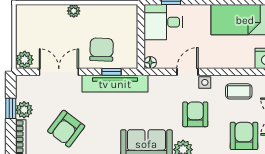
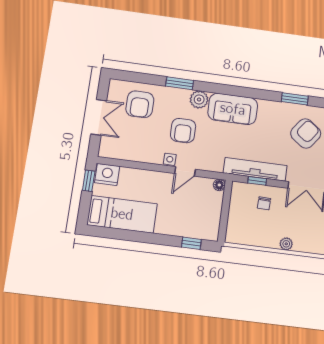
desk: (163, 22) -> (202, 222), removed
chair: (102, 50) -> (264, 203), width x0.54, depth x0.54
coffee table: (239, 91) -> (139, 147), removed

